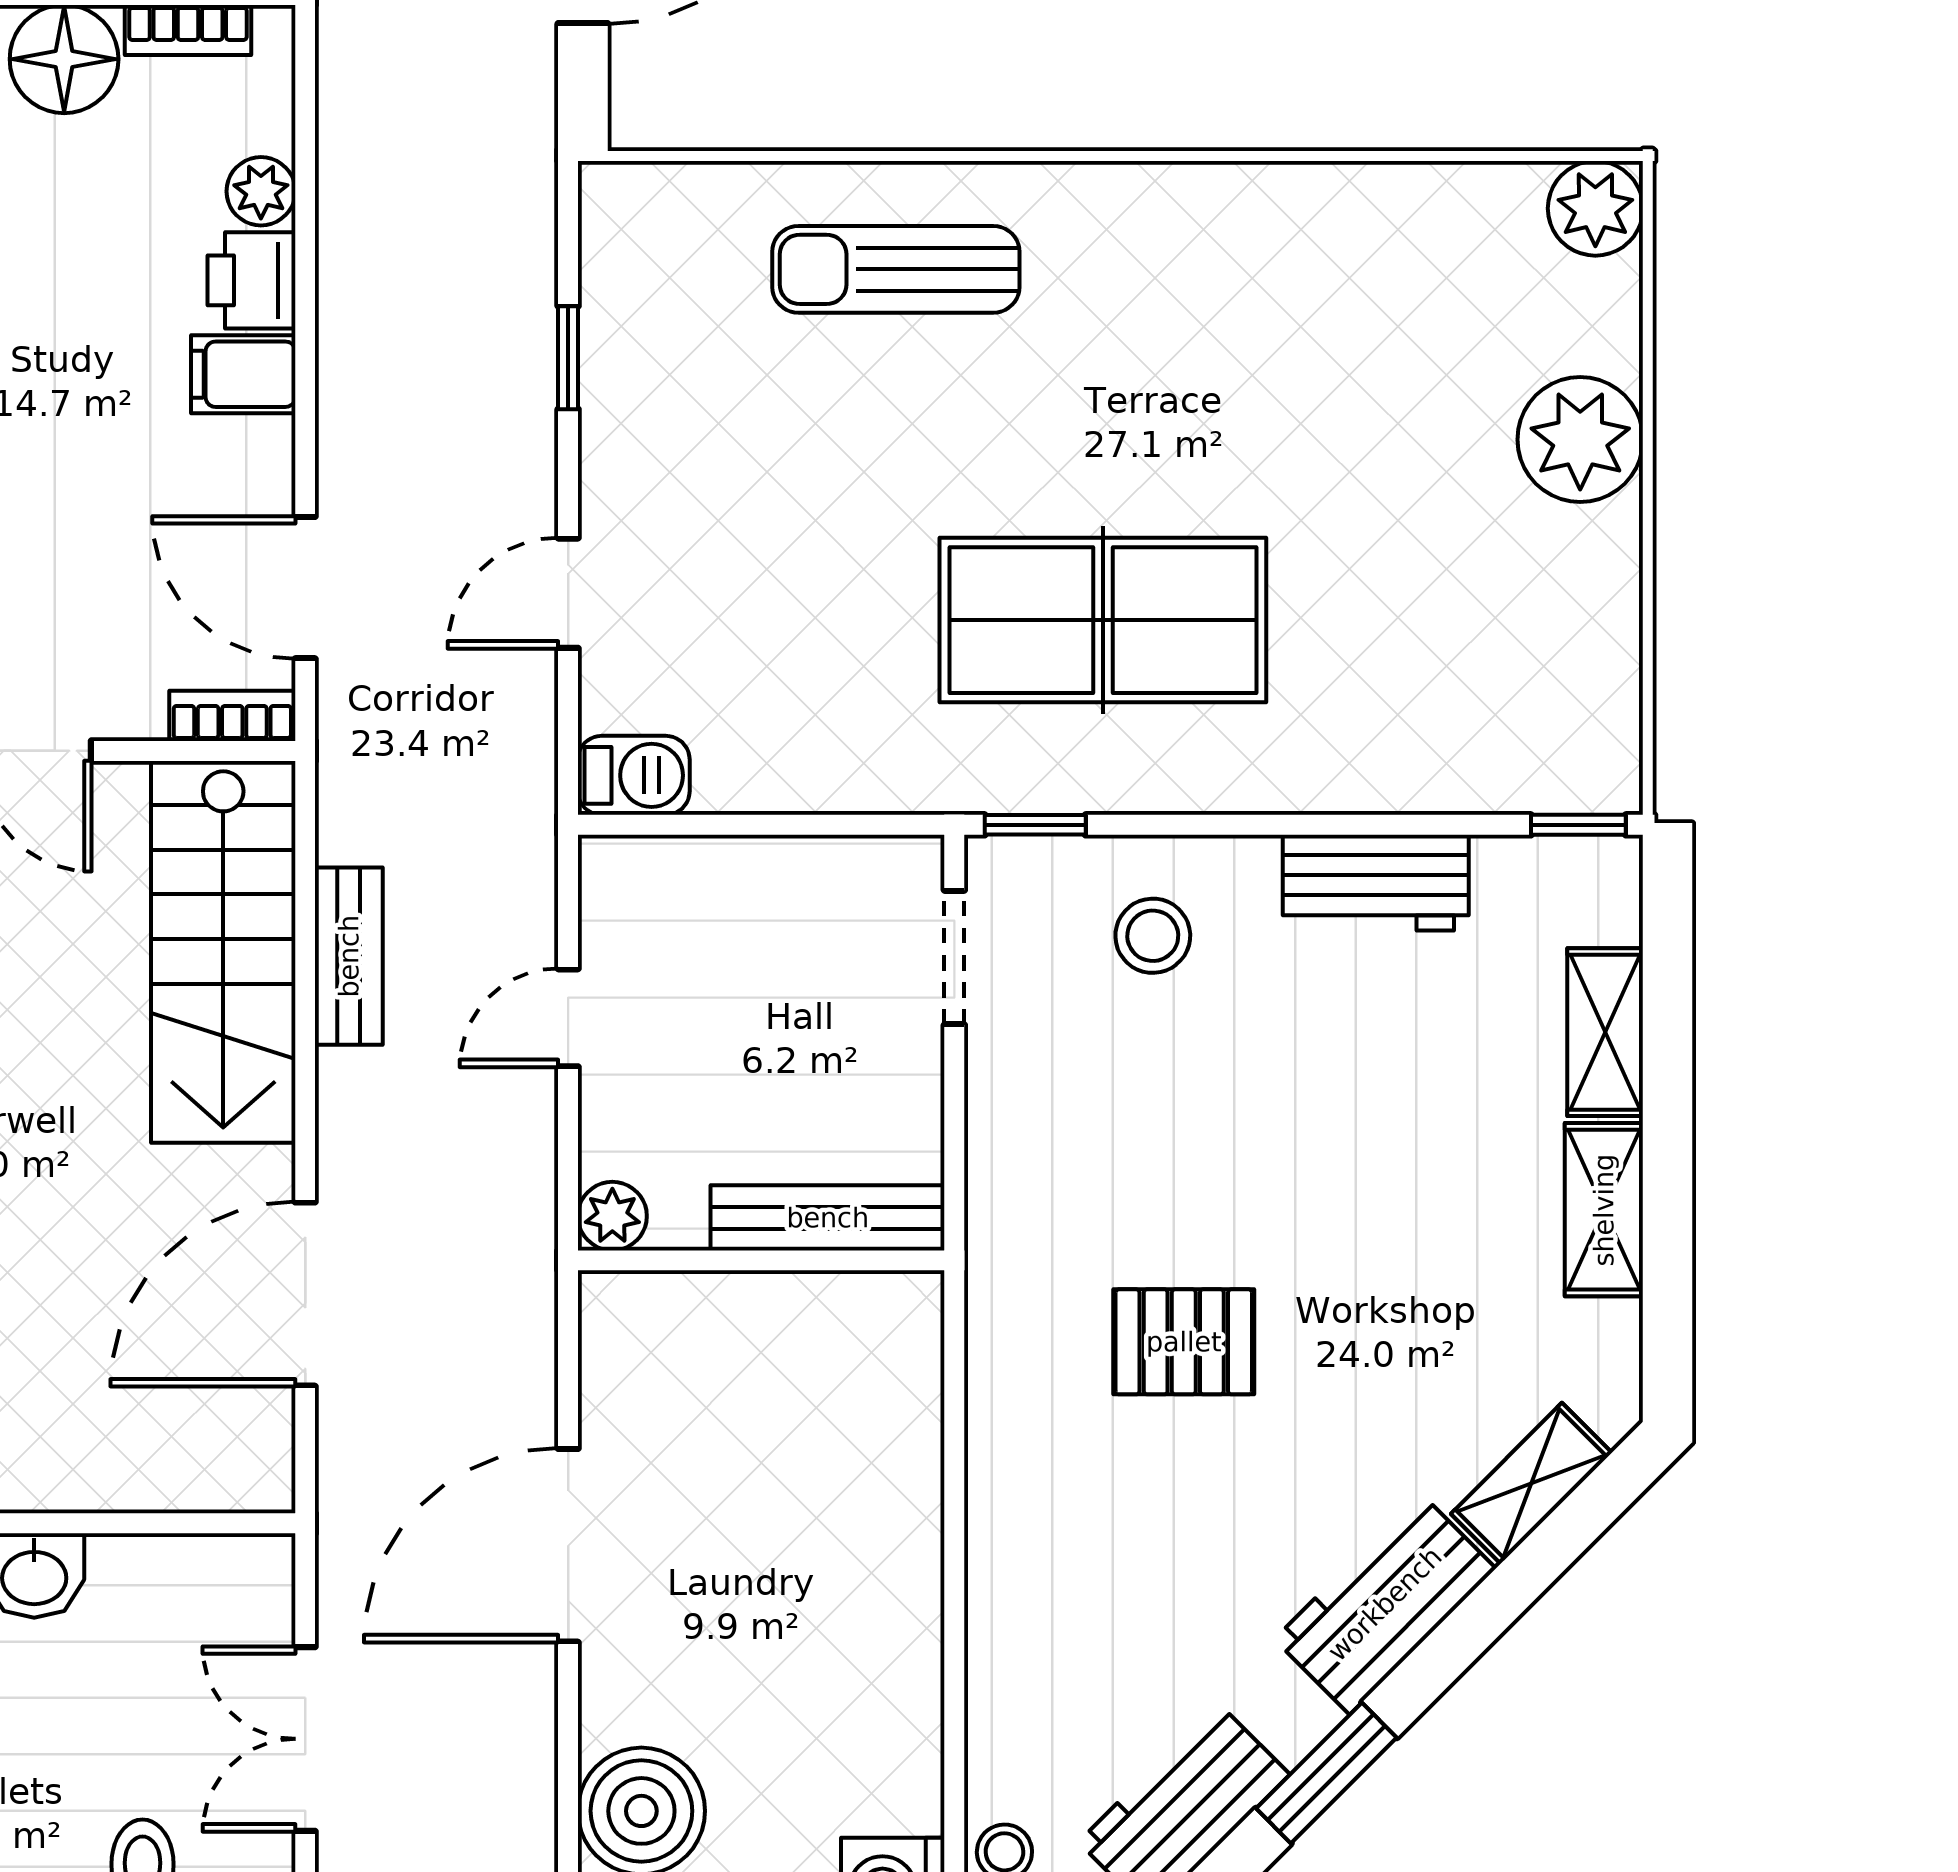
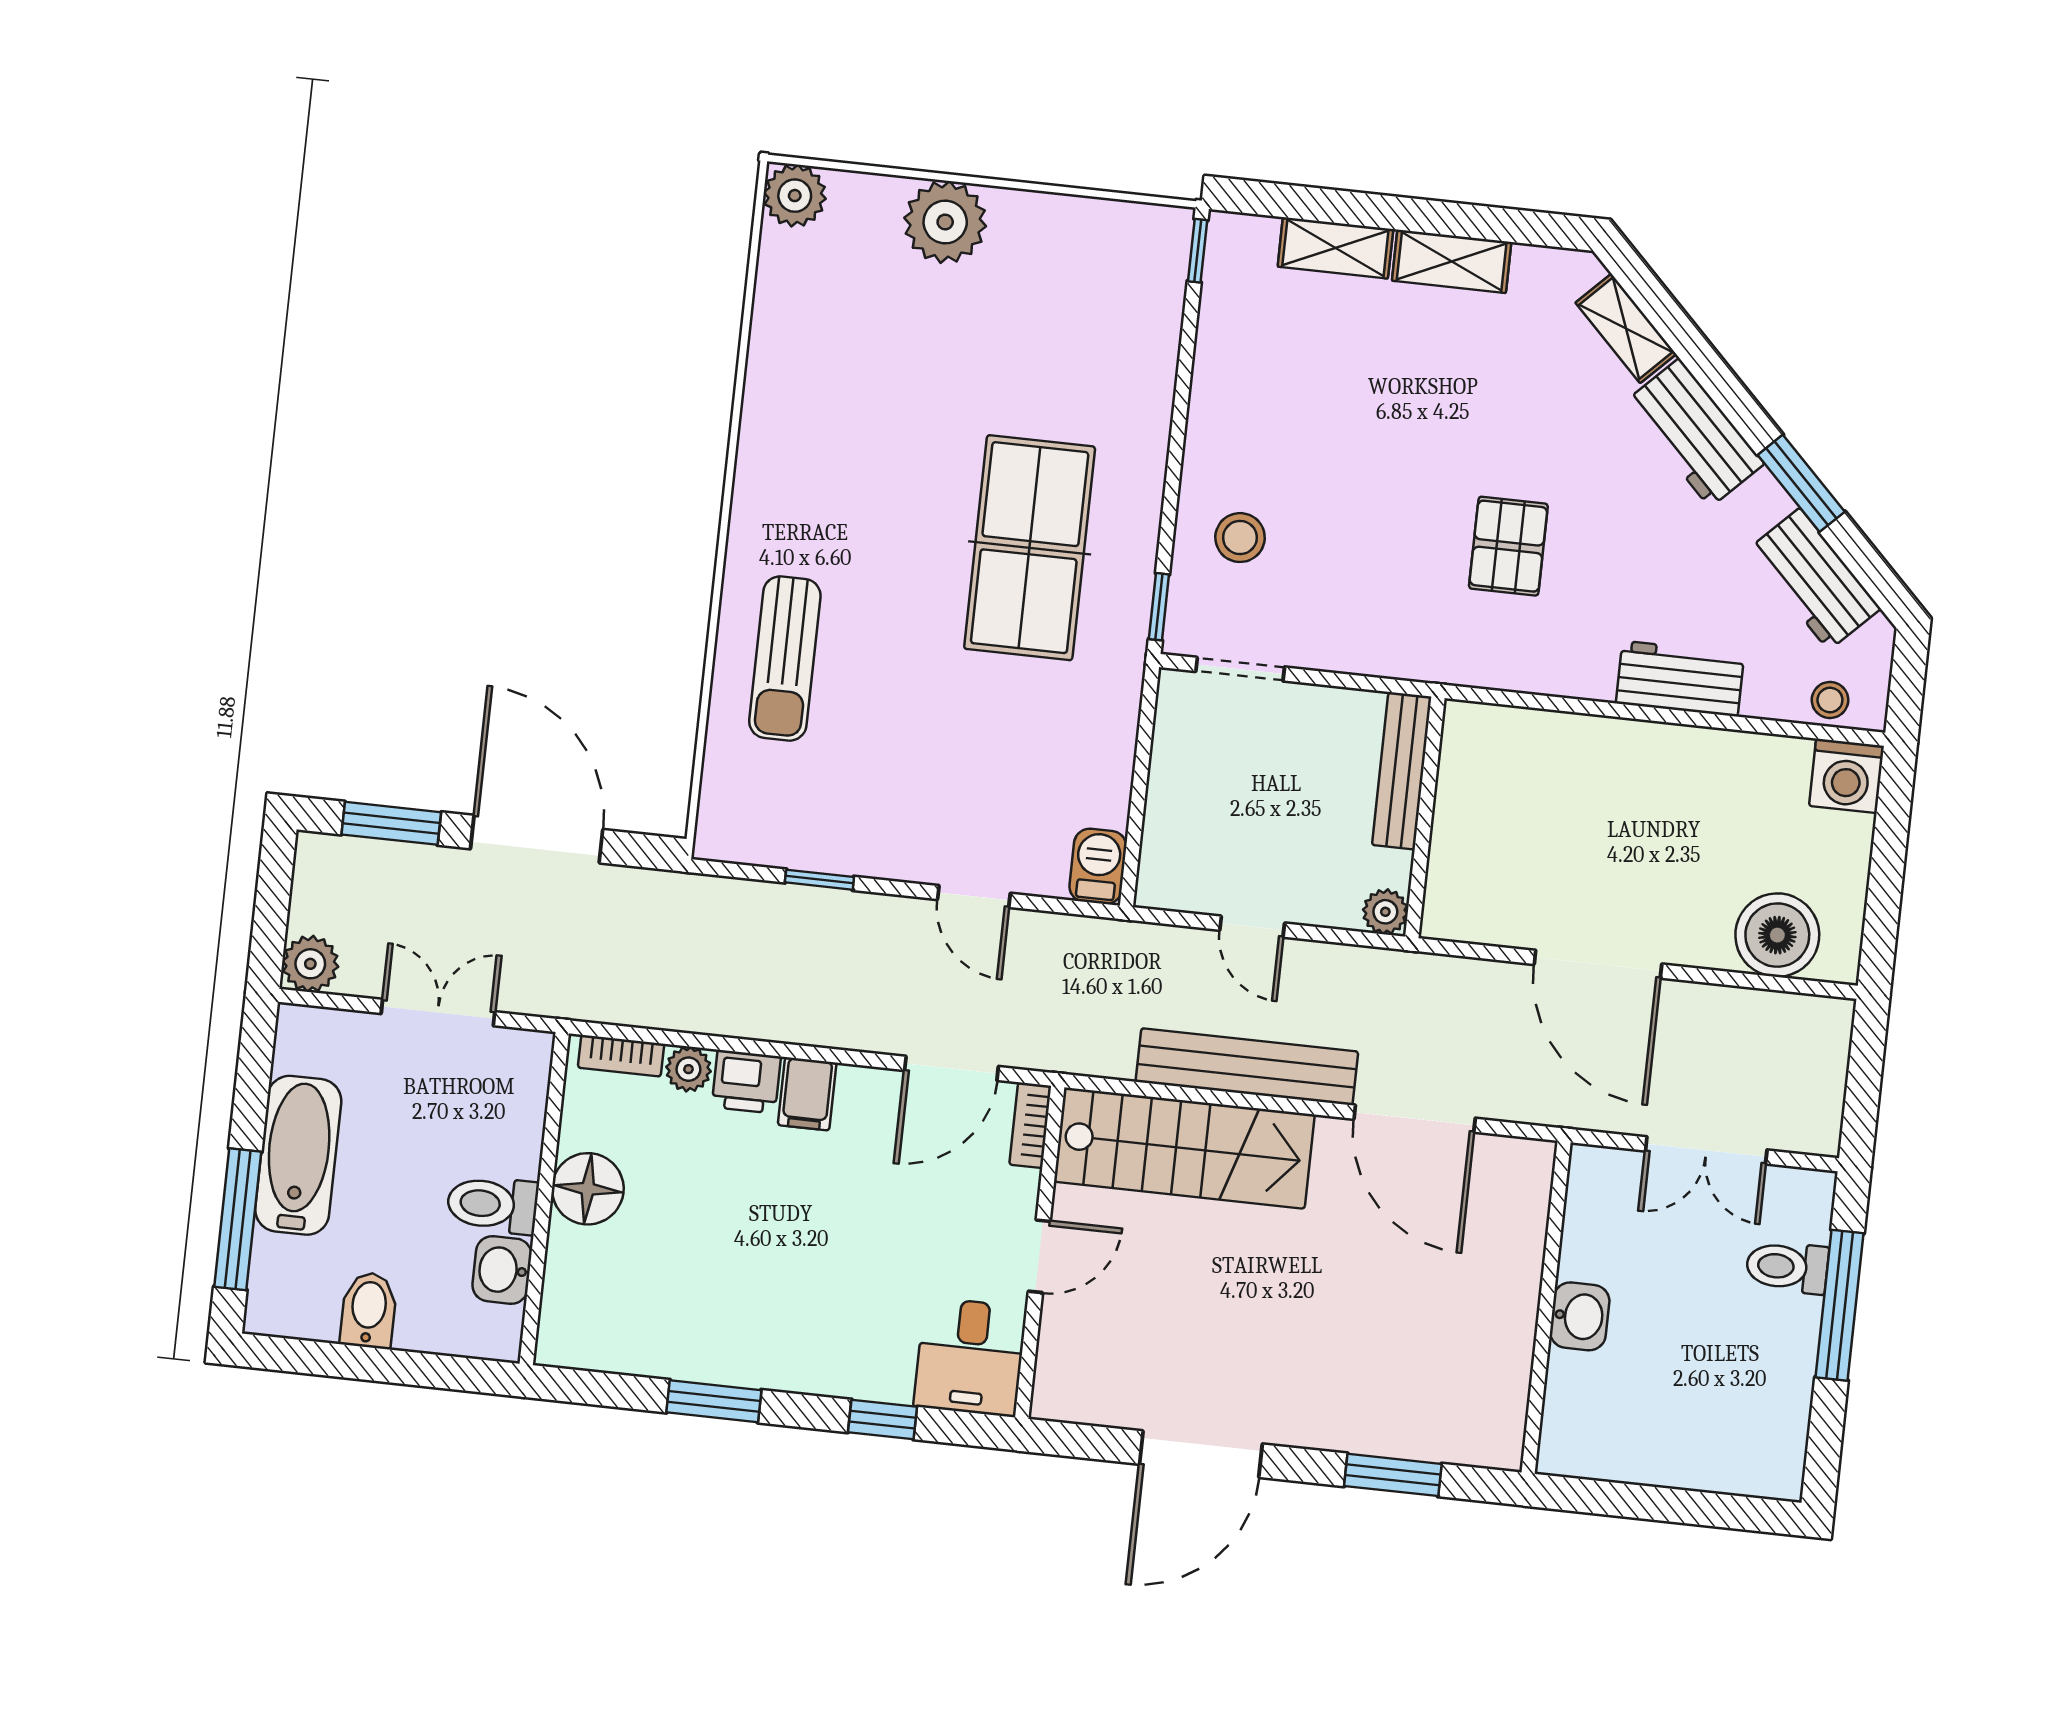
bookcase: (188, 30) -> (621, 1056), moved, turned 90
workbench: (1376, 883) -> (1680, 679), moved, turned -90
bench: (349, 956) -> (1247, 1067), width x1.86, depth x1.21

